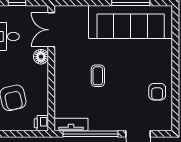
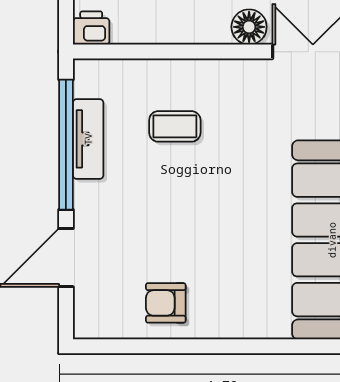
coffee table: (98, 76) -> (175, 126), moved
tv unit: (71, 124) -> (88, 139), moved

